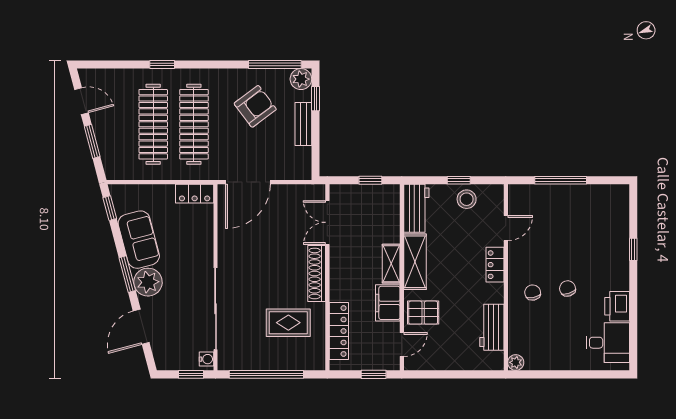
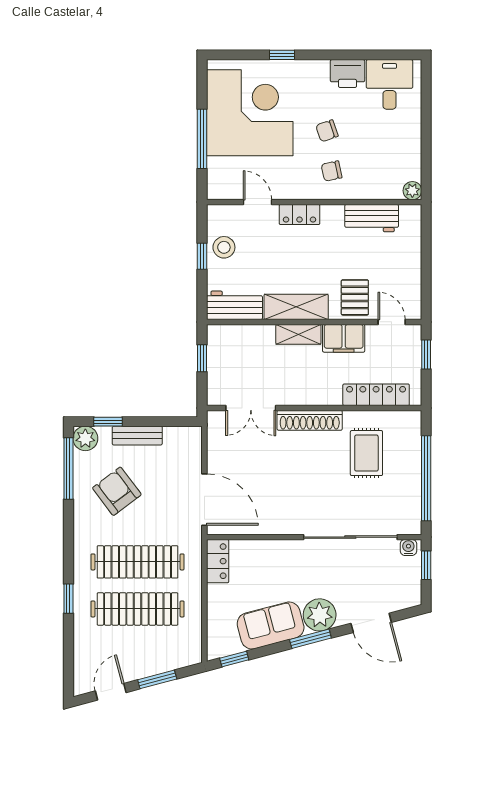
corner desk: (583, 222) -> (250, 113), added

